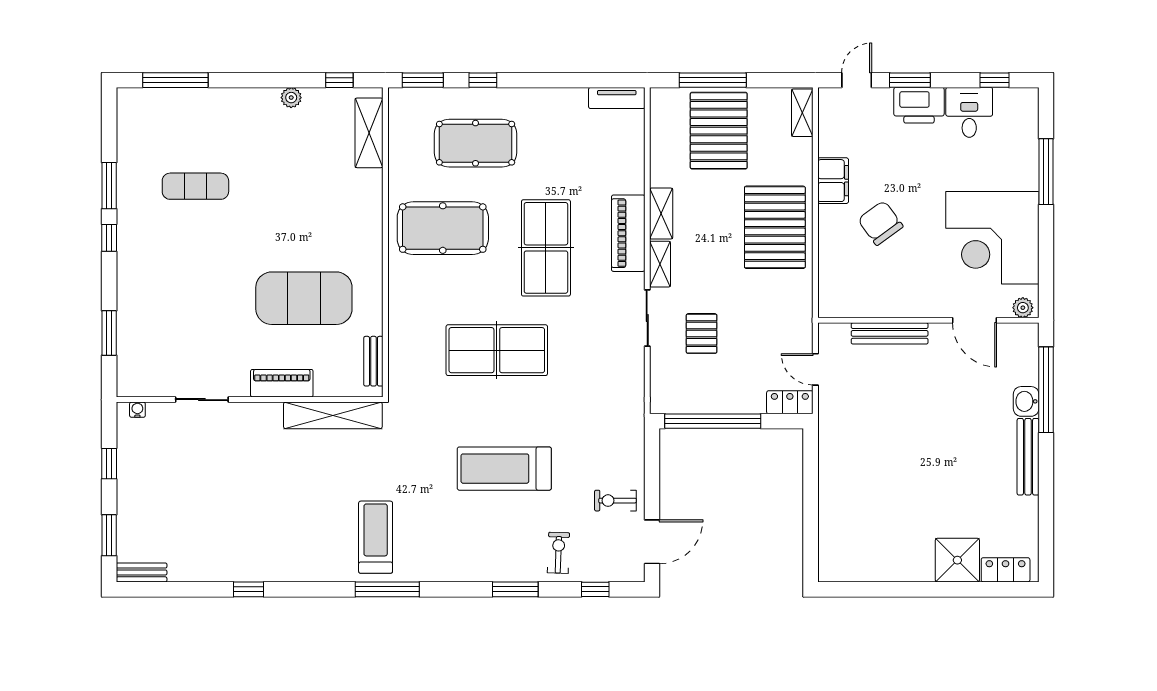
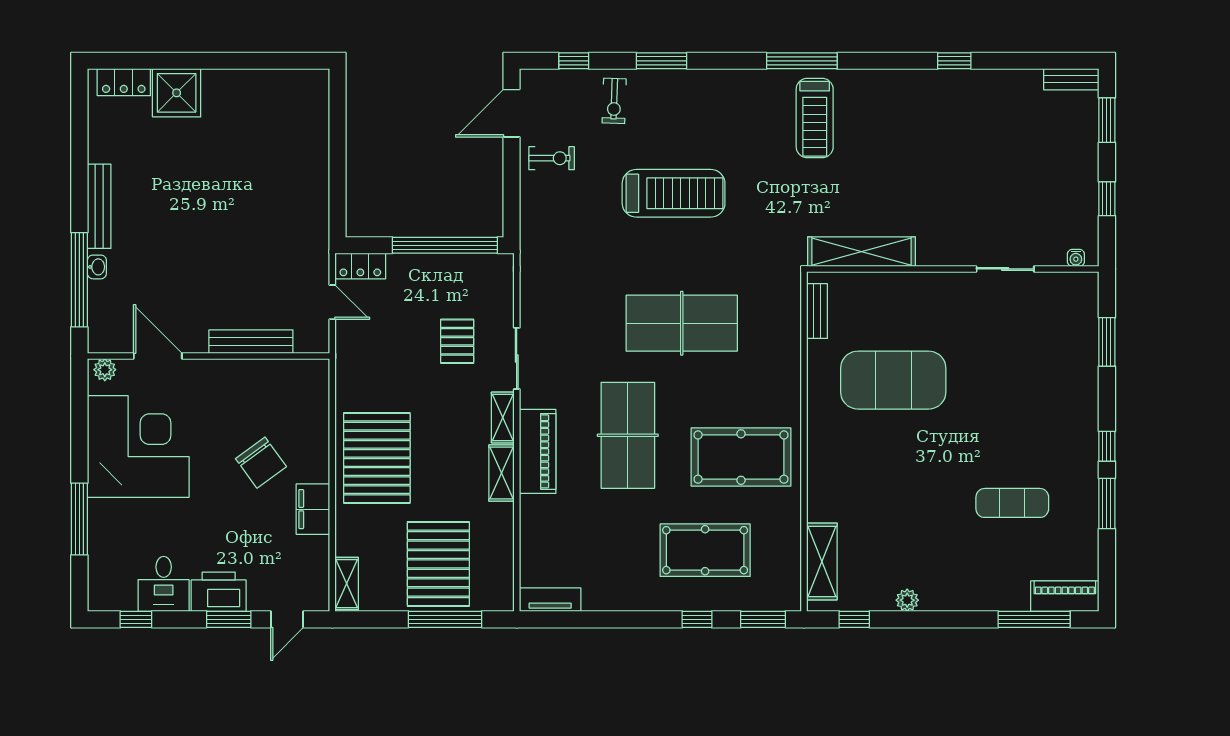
piano: (282, 383) -> (1065, 596), moved, turned 180
washbasin: (1026, 401) -> (97, 267), width x0.72, depth x0.69

